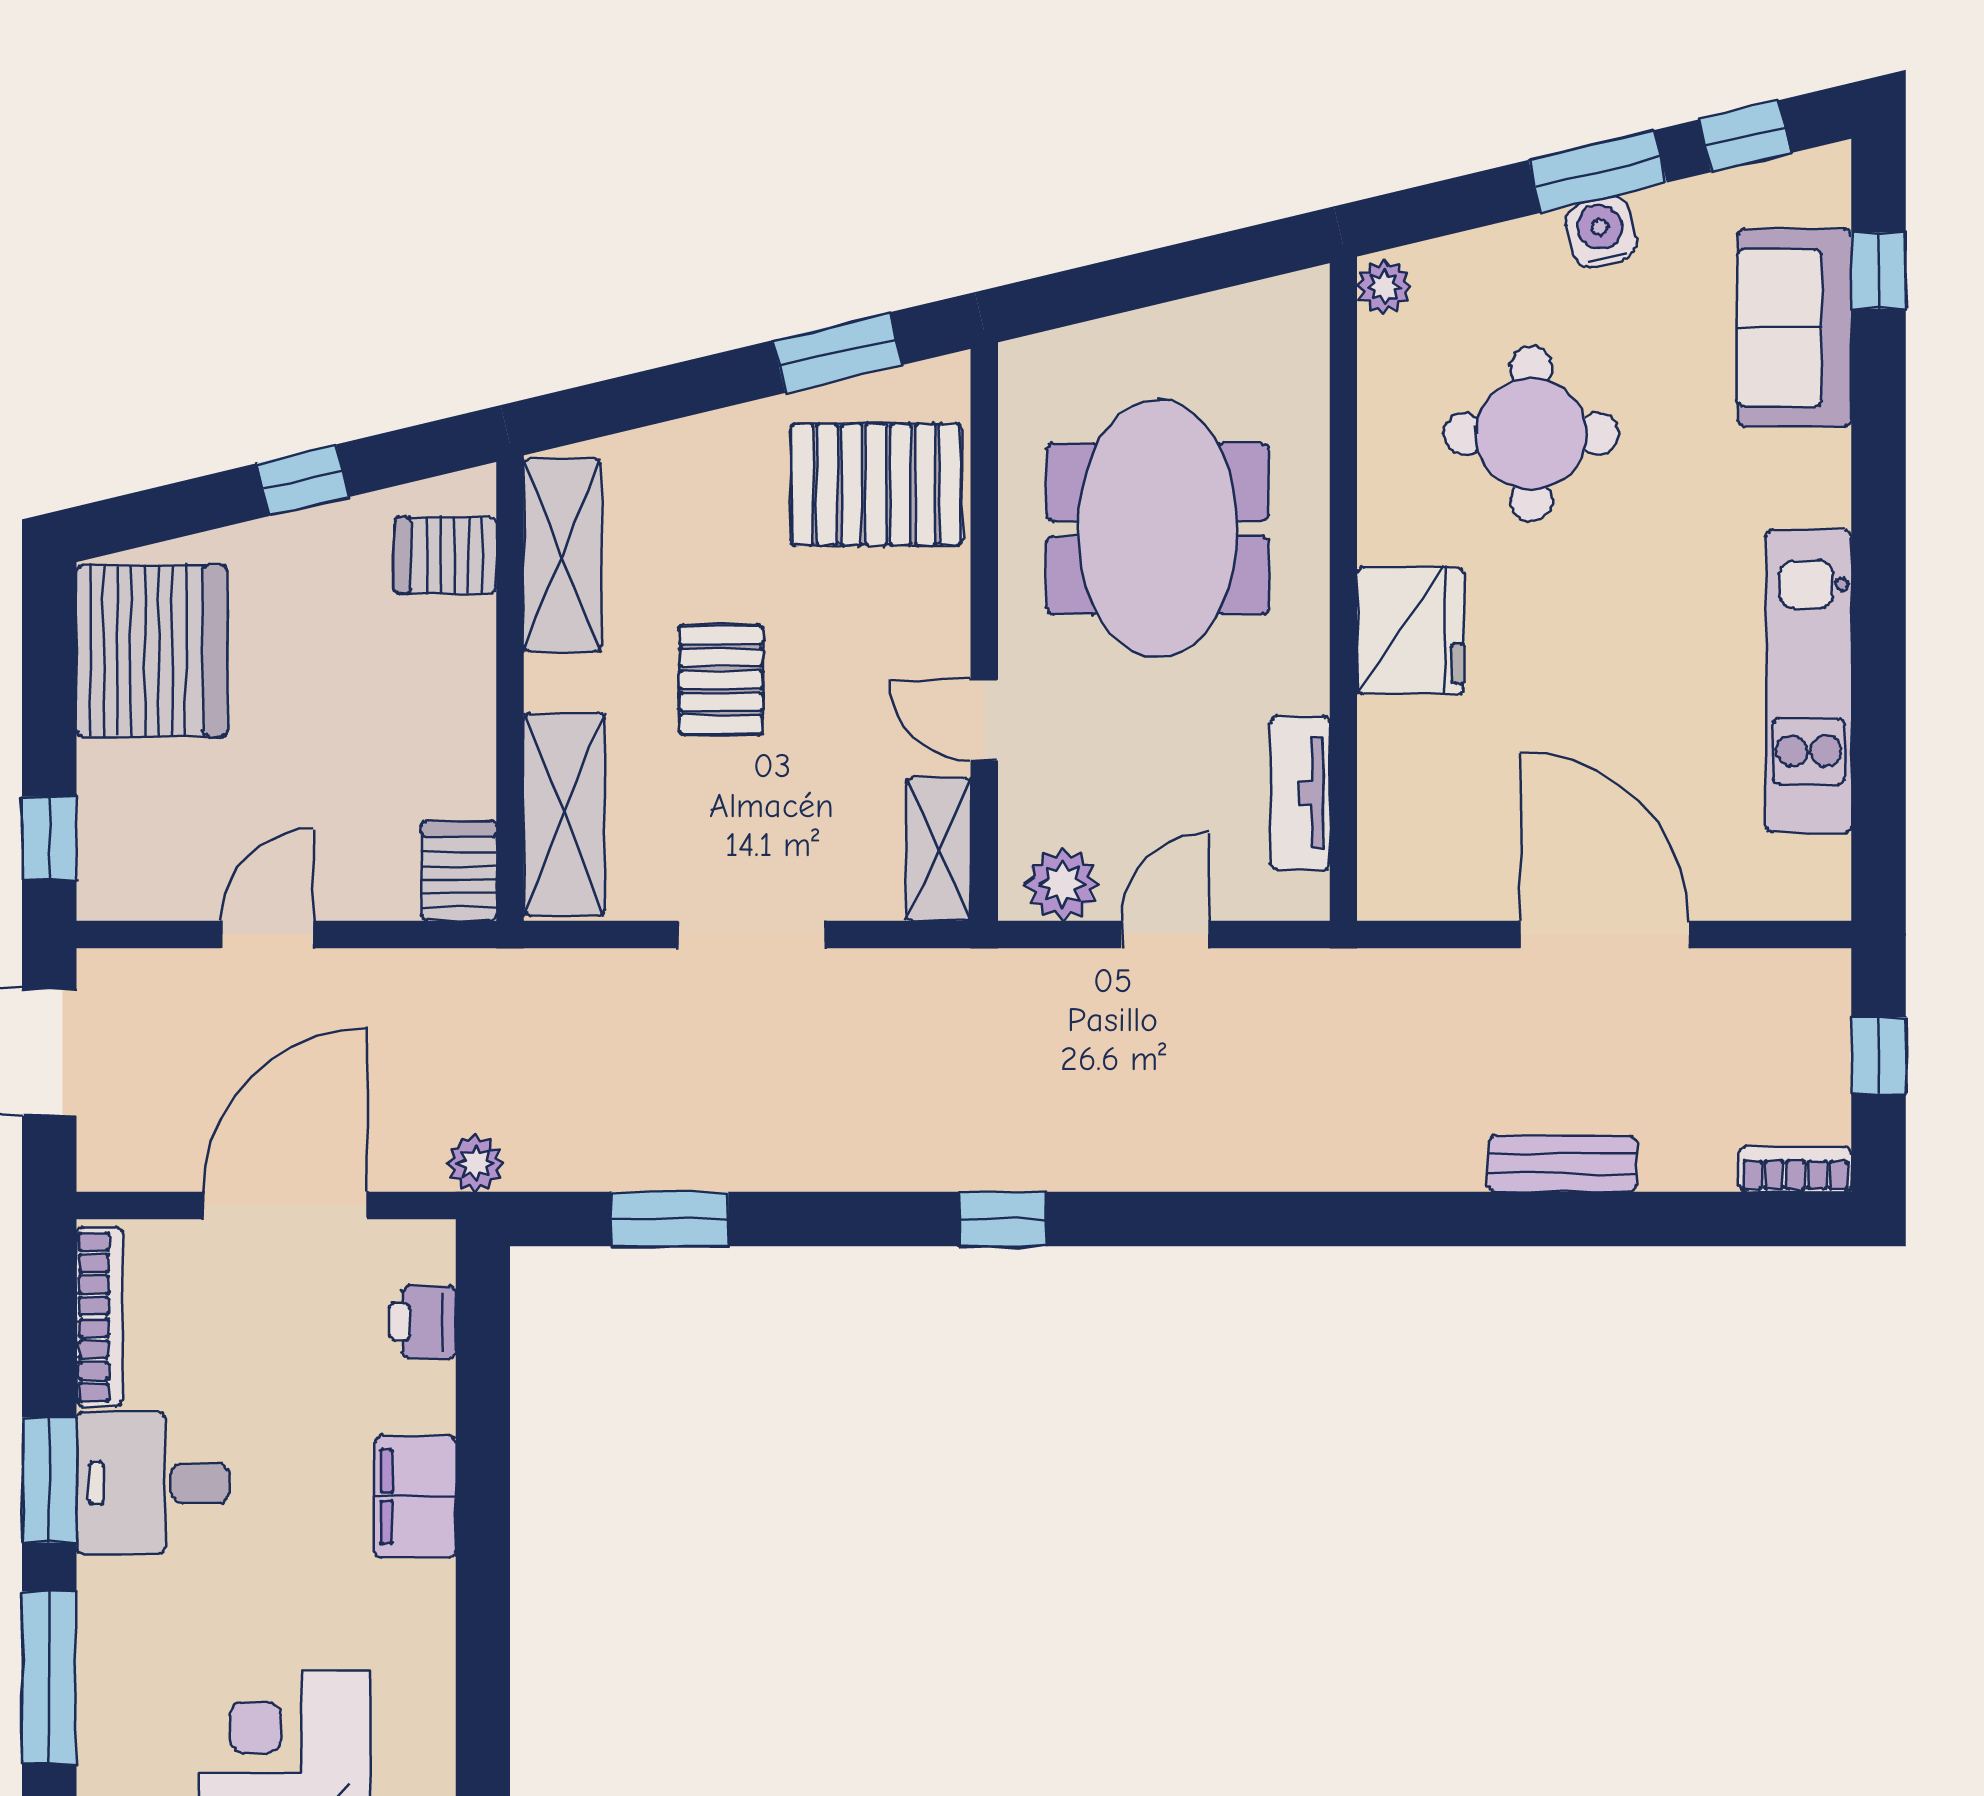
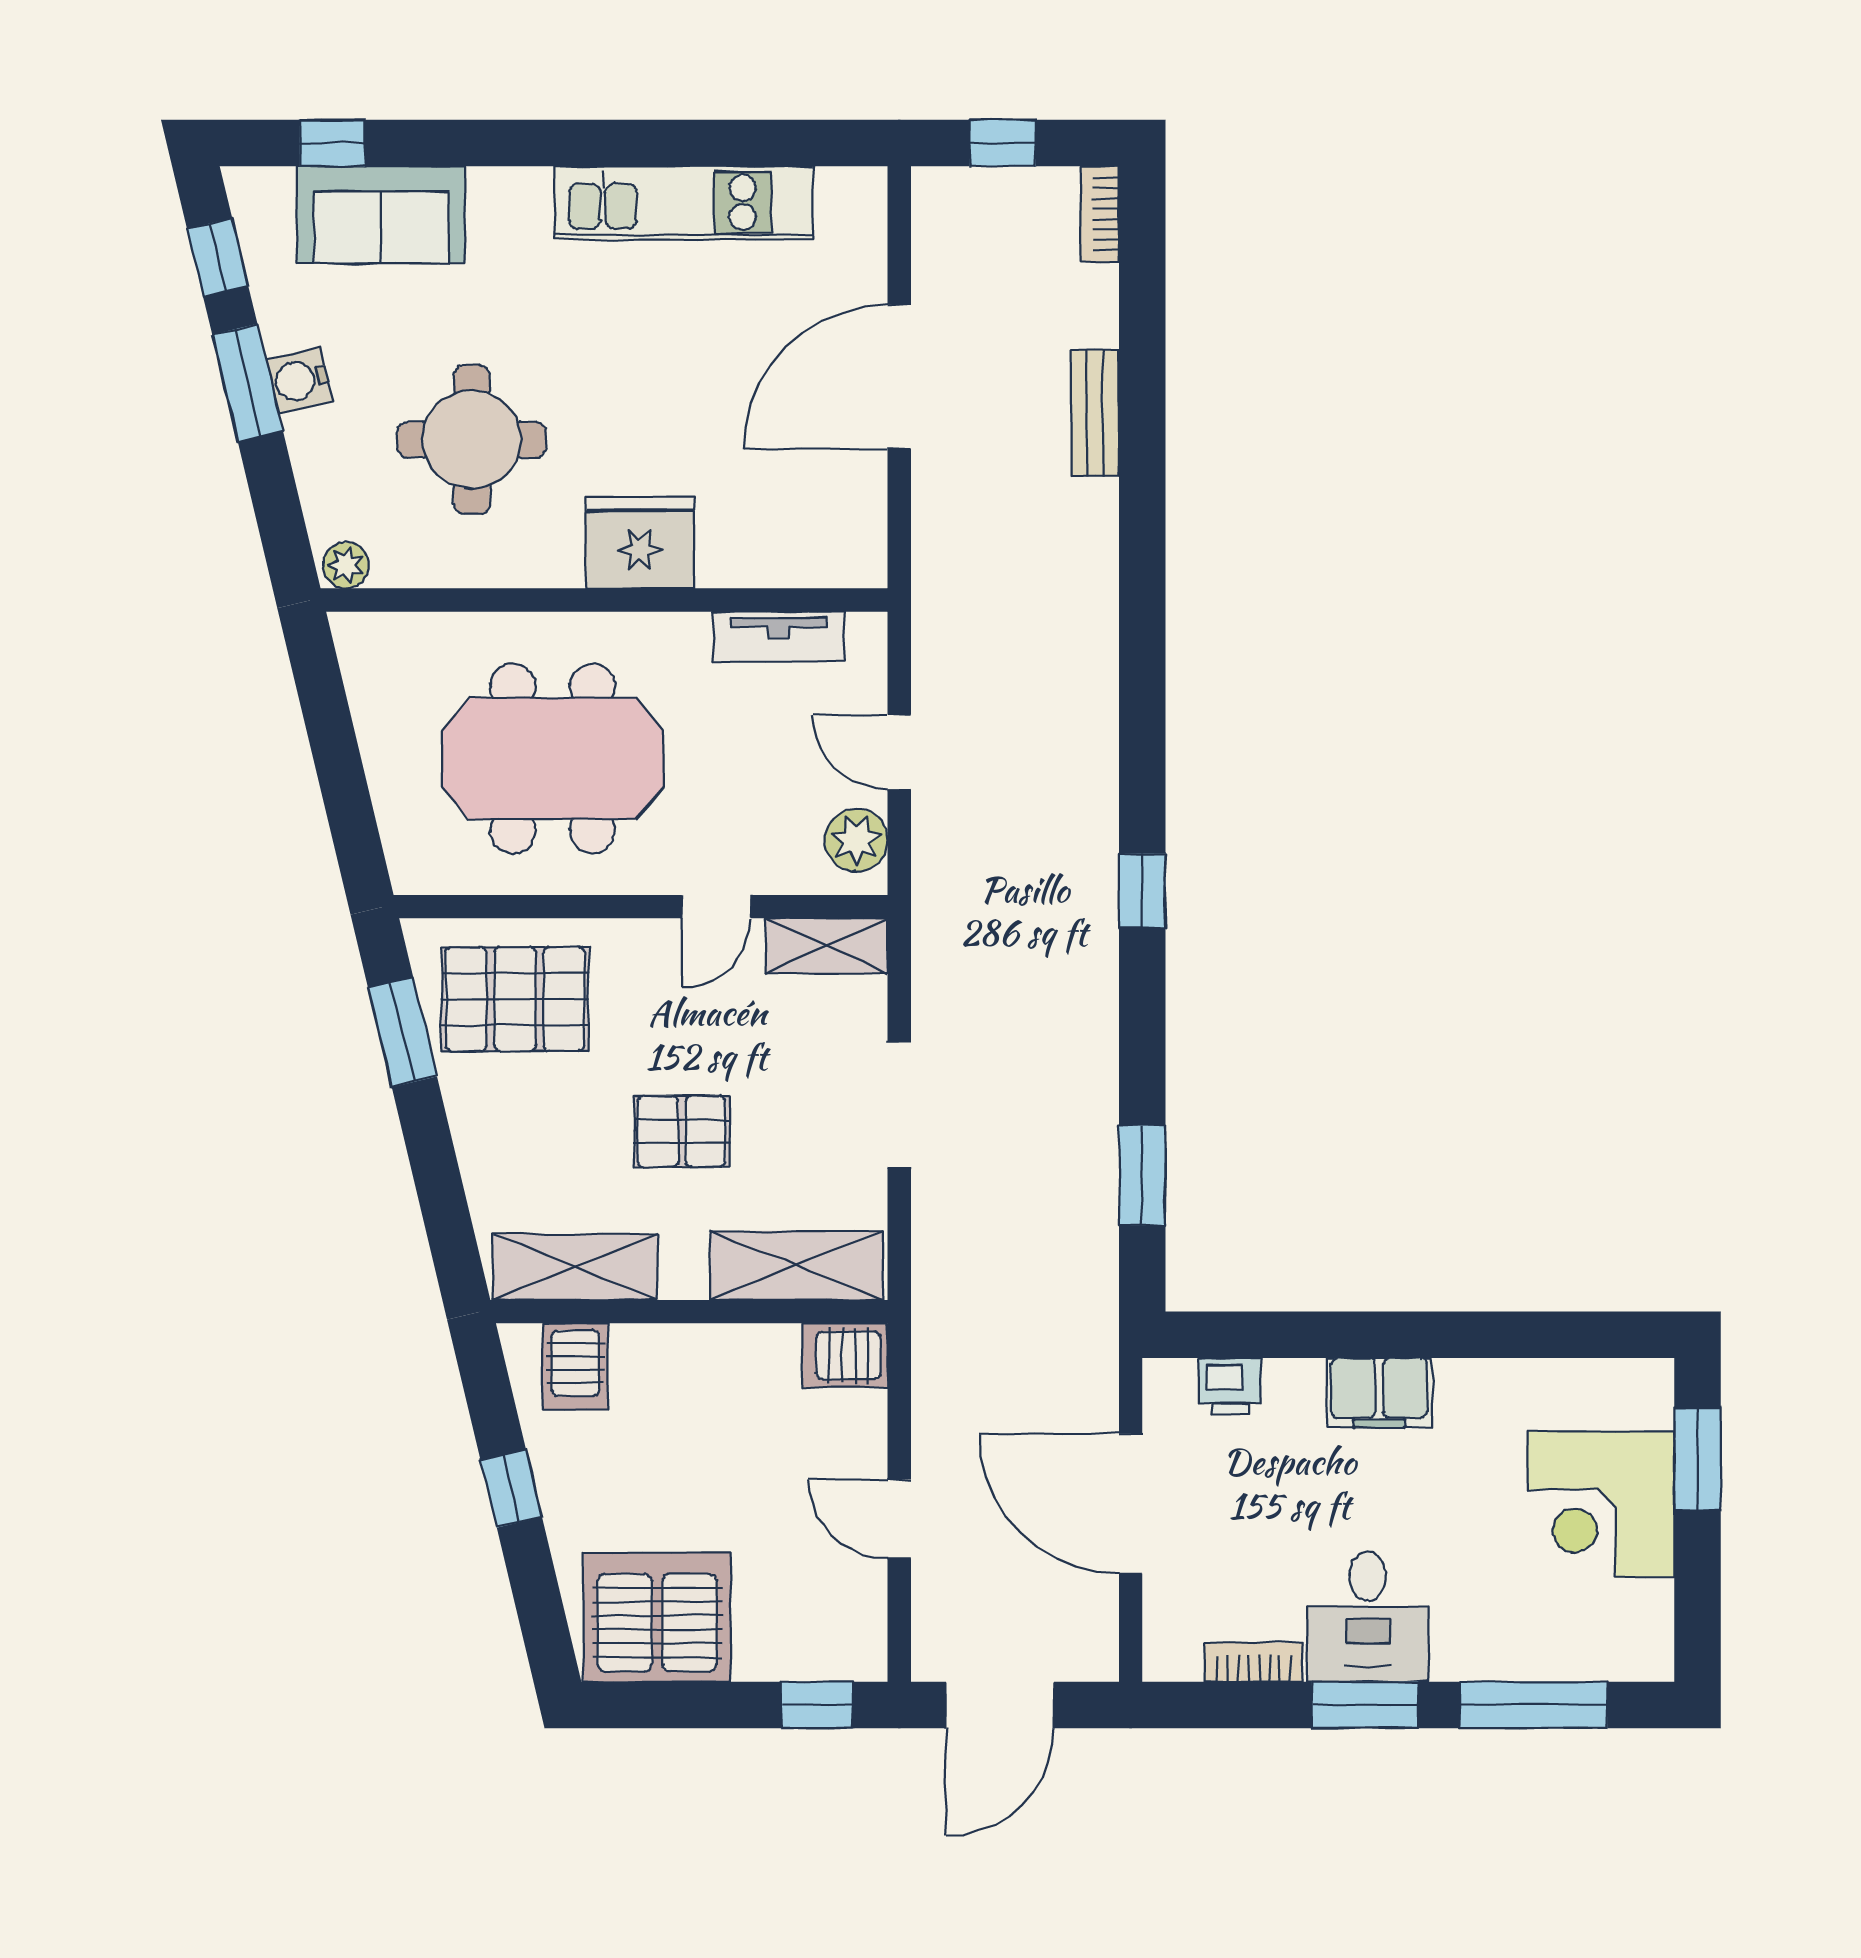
pallet: (876, 485) -> (515, 999), turned 90
plant: (475, 1163) -> (1095, 1341), removed
bookcase: (99, 1317) -> (1254, 1662), width x0.64

